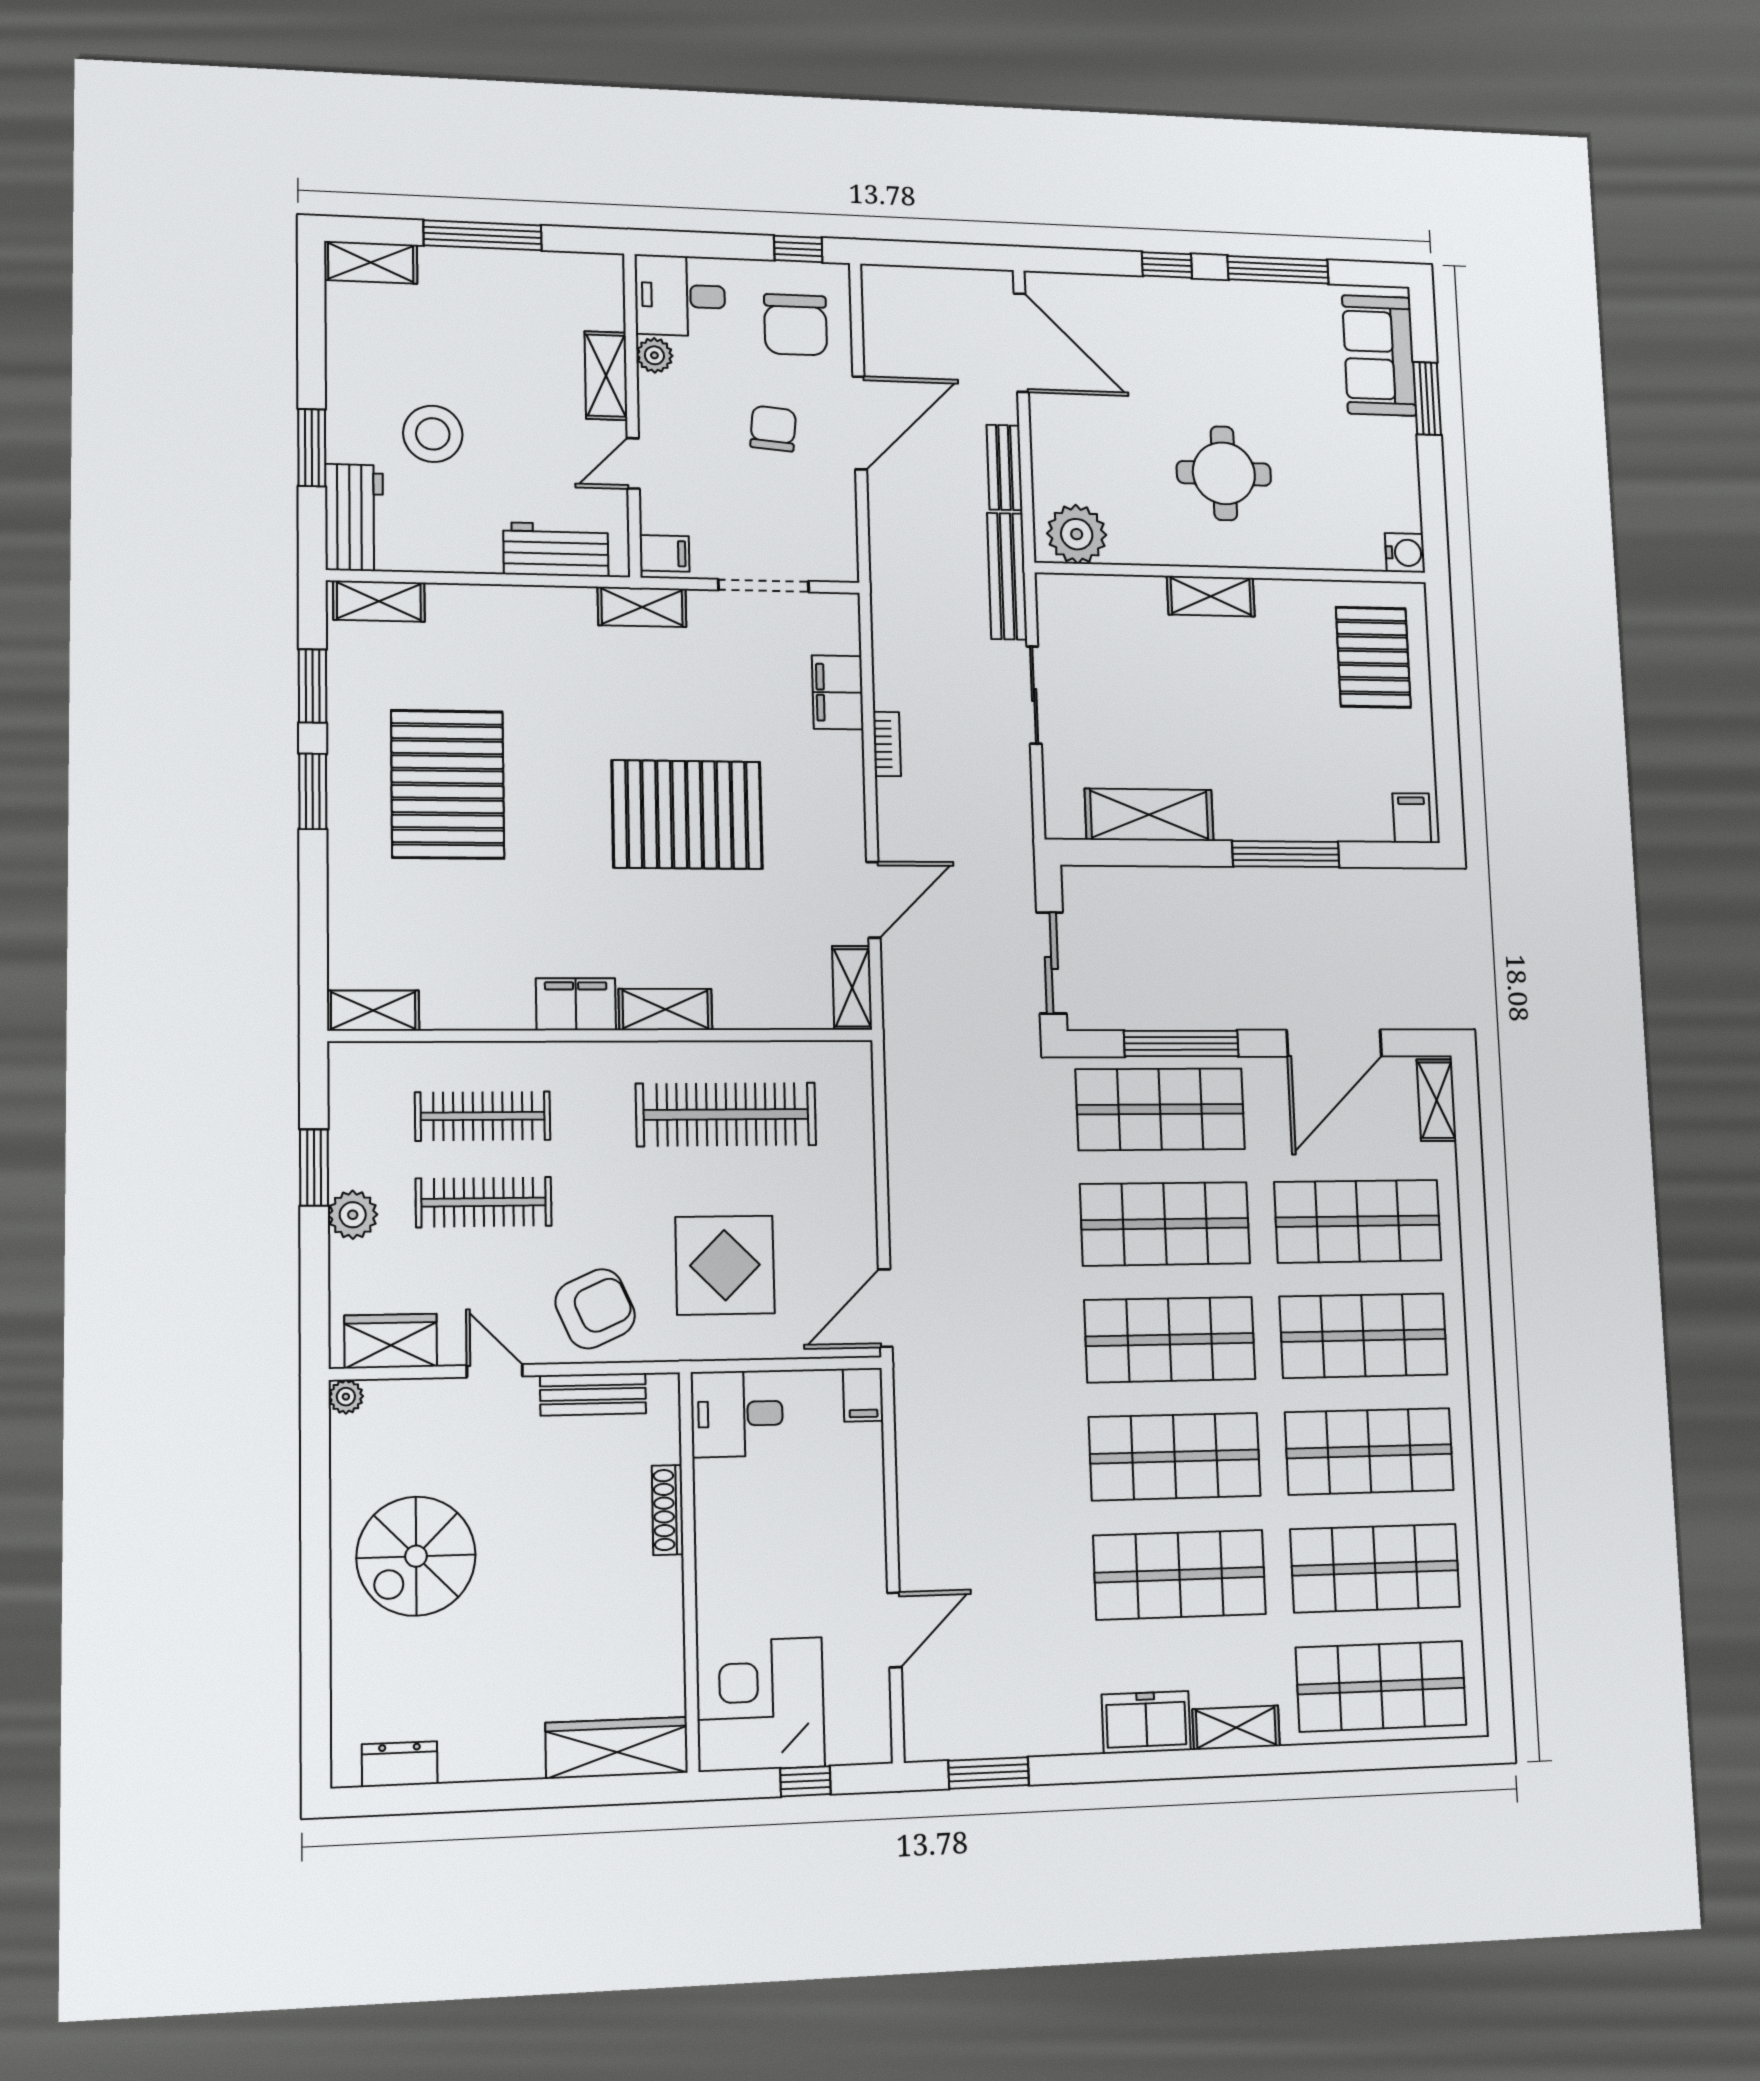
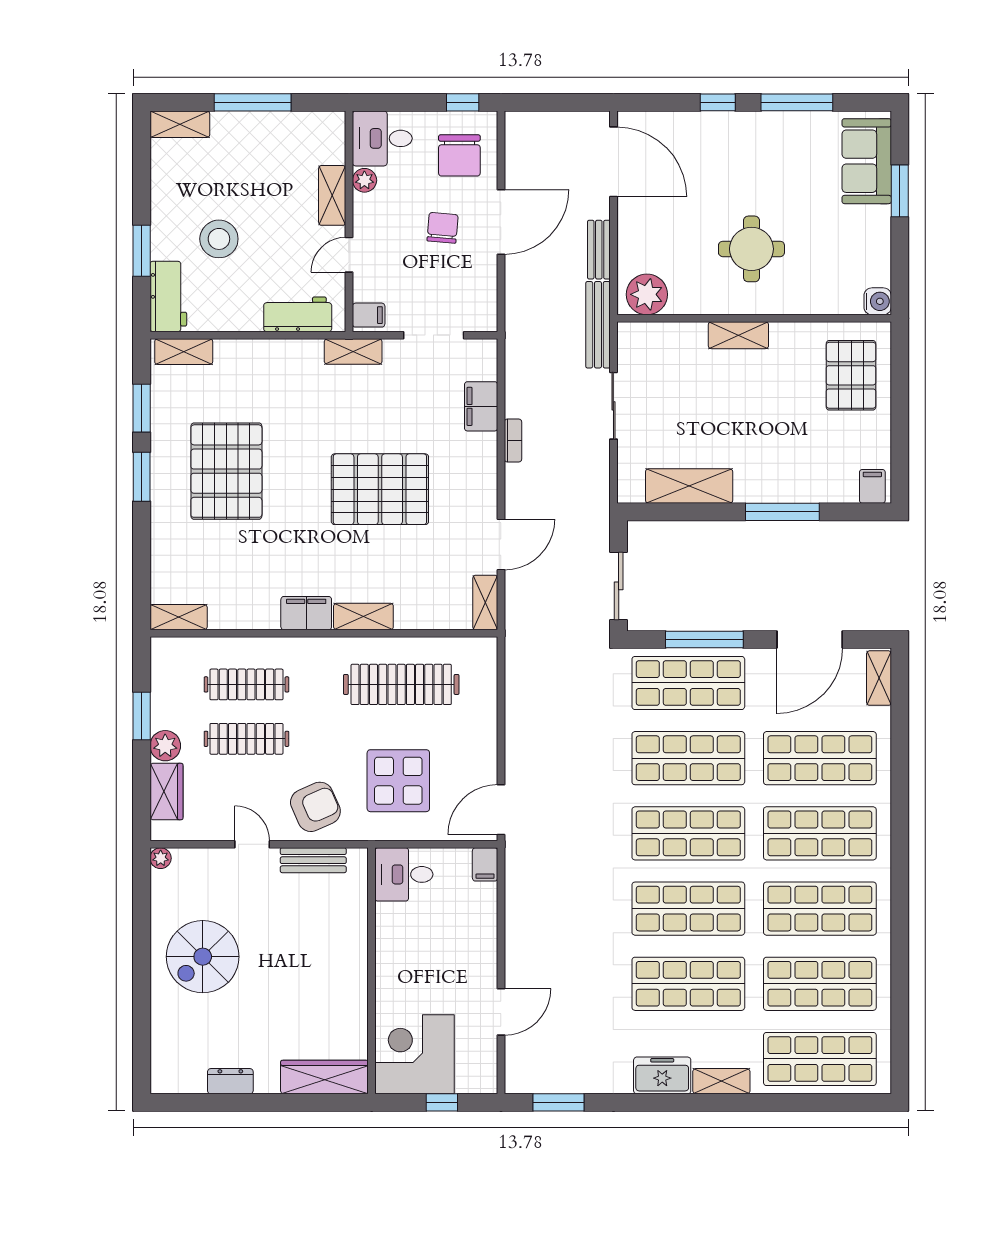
wardrobe: (391, 1341) -> (166, 792), moved, turned 90
shoe rack: (668, 1510) -> (359, 933), removed
dresser: (400, 1764) -> (230, 1081), moved

